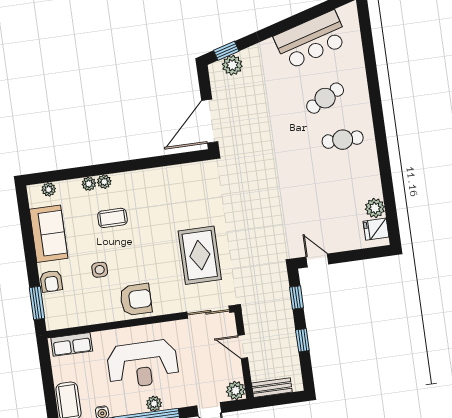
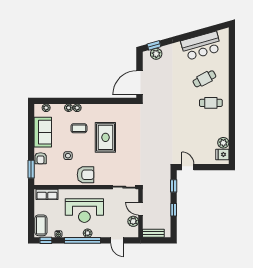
rug: (200, 255) -> (105, 137), moved
plant: (236, 390) -> (133, 221), moved

